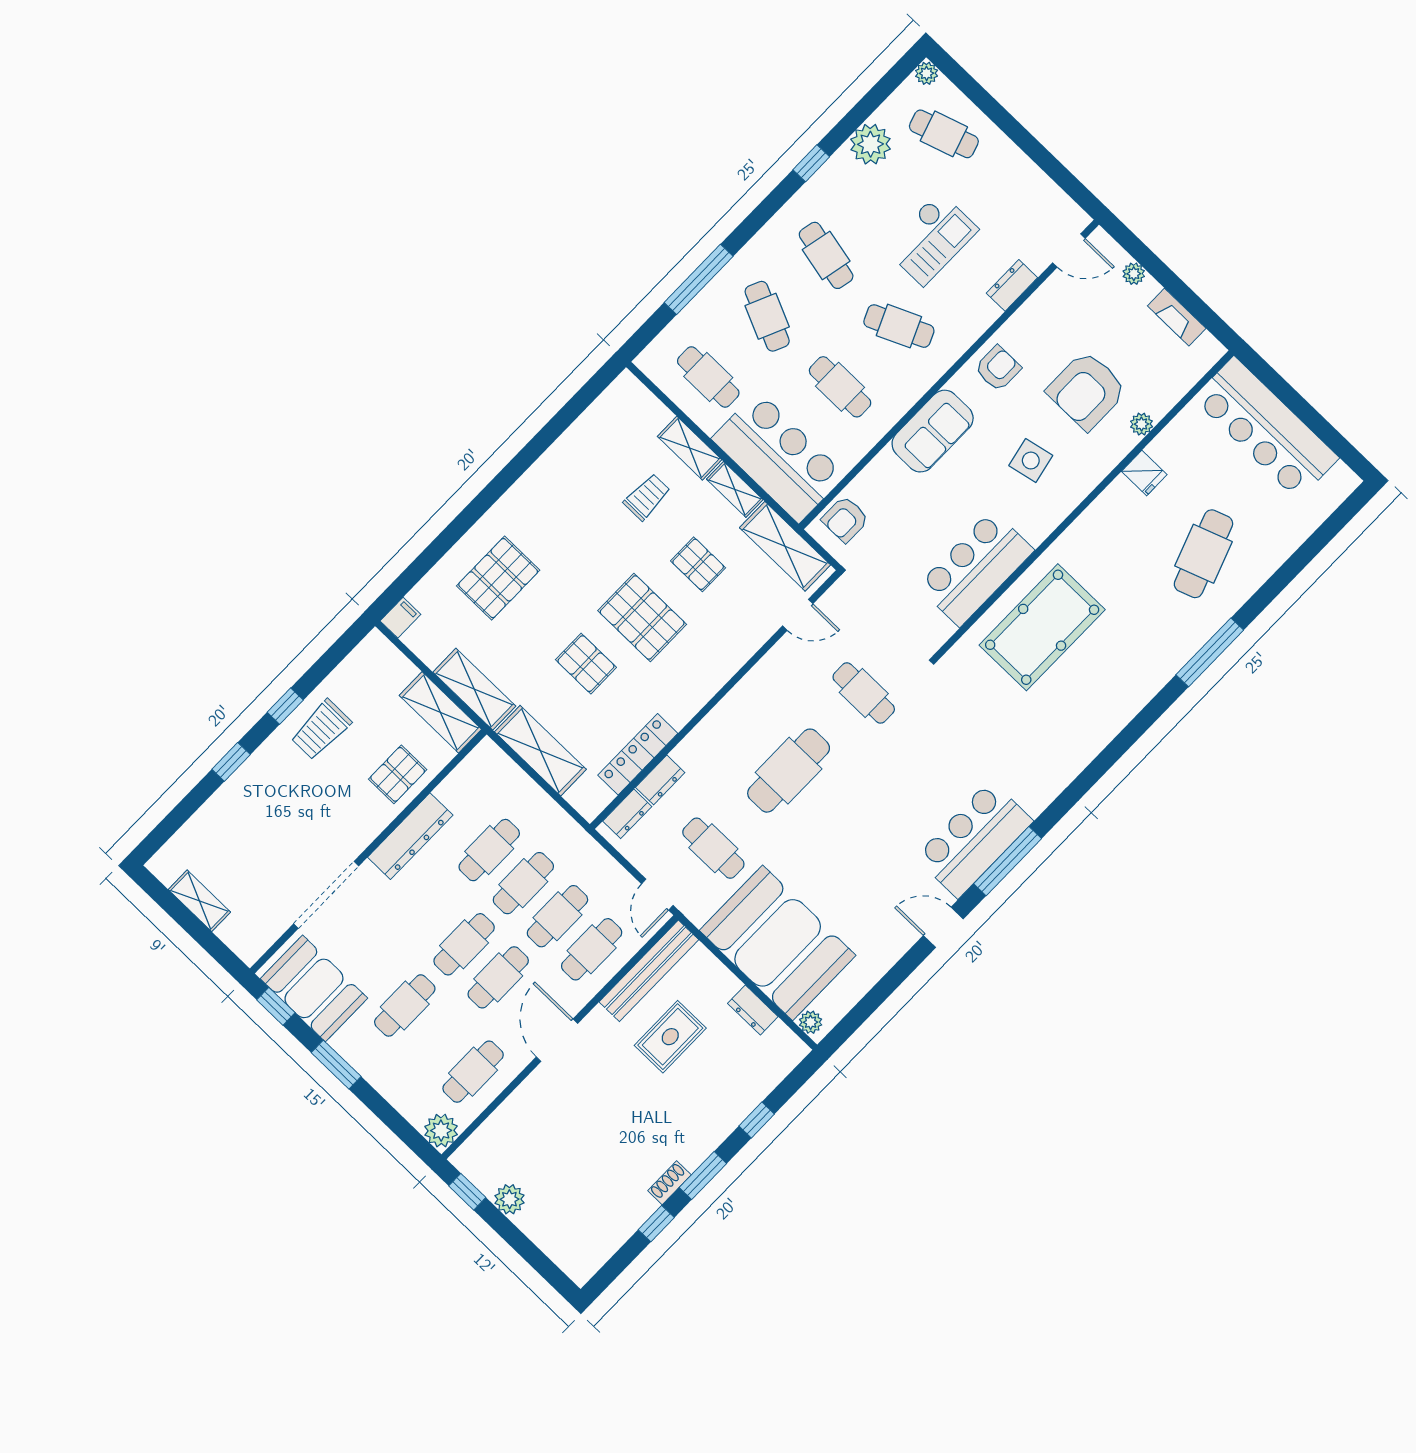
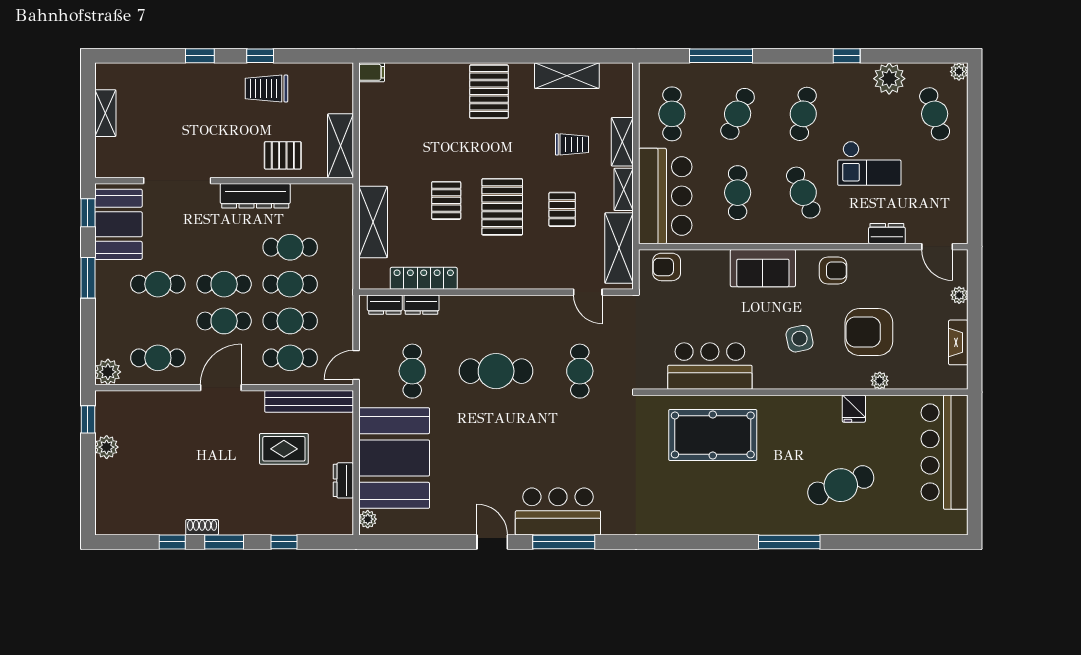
pallet: (498, 578) -> (489, 92), moved, turned 90
shelving: (474, 689) -> (567, 76), moved, turned 90

